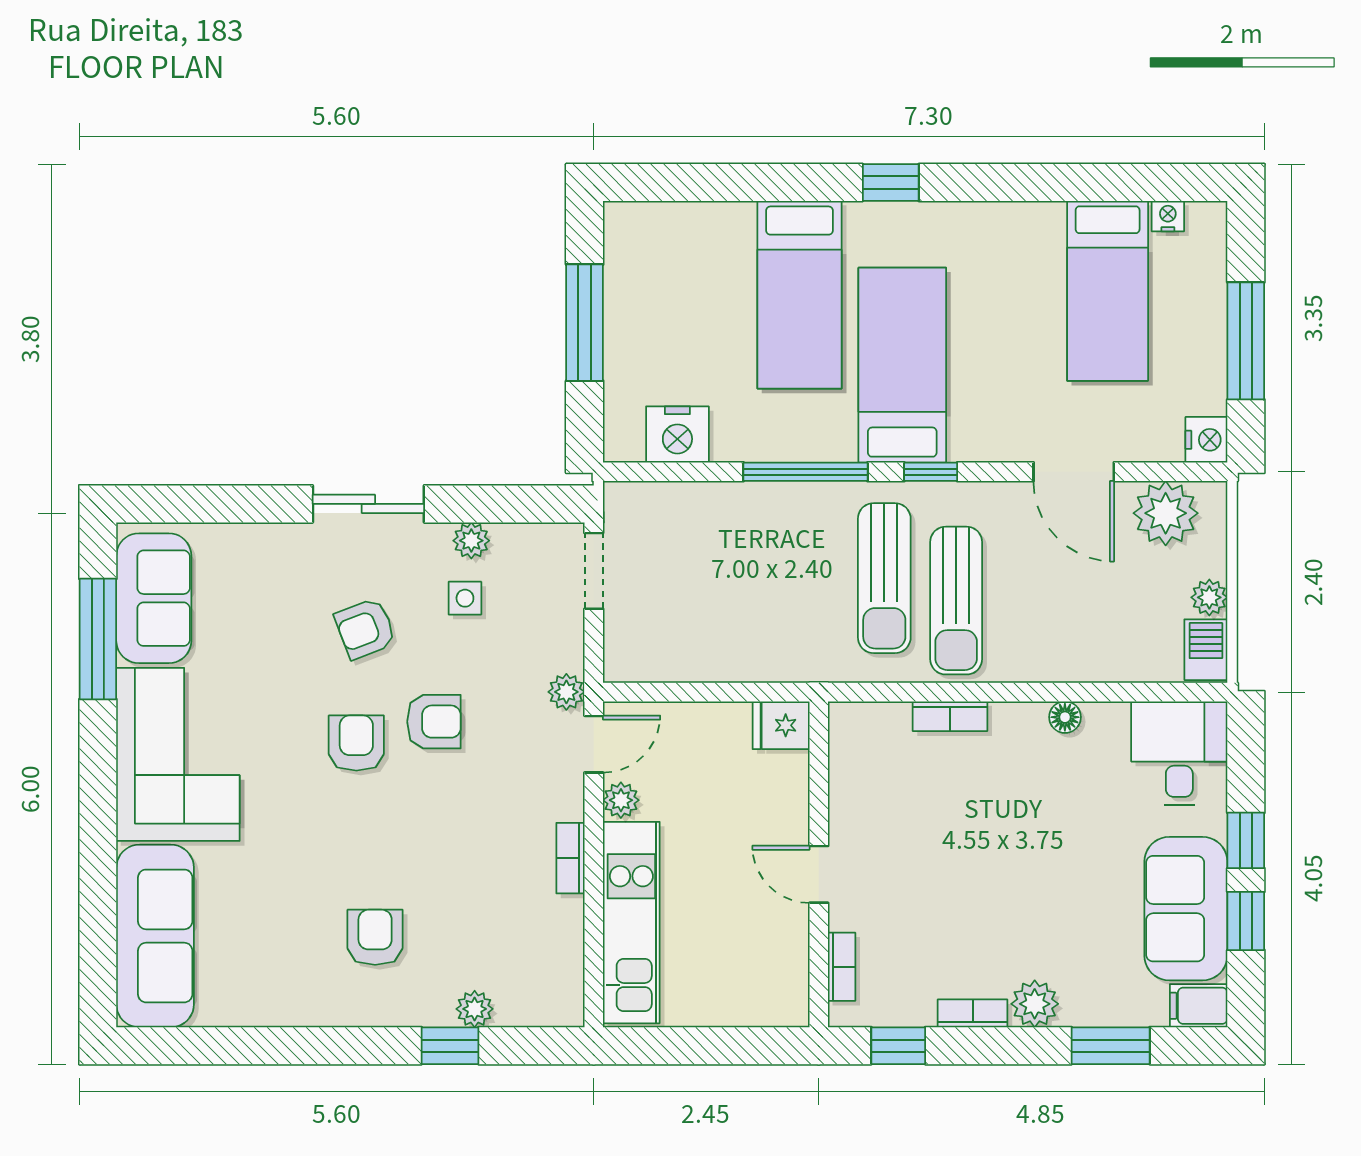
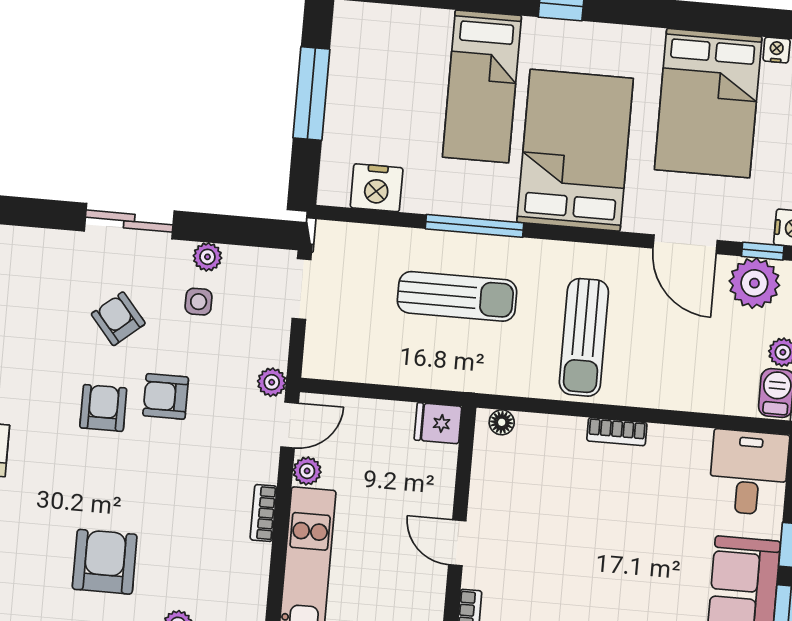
bed: (1108, 291) -> (708, 103), width x1.50
bed: (902, 365) -> (575, 150), width x1.50
window: (931, 472) -> (763, 251), moved
sun lounger: (884, 578) -> (457, 296), moved, turned -90
armchair: (365, 629) -> (118, 319), turned 71
bookcase: (950, 716) -> (617, 432), moved
floor lamp: (1065, 717) -> (502, 422), moved
armchair: (434, 722) -> (166, 396), turned 180
armchair: (375, 937) -> (105, 562), width x1.38, depth x1.38

